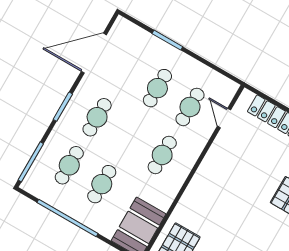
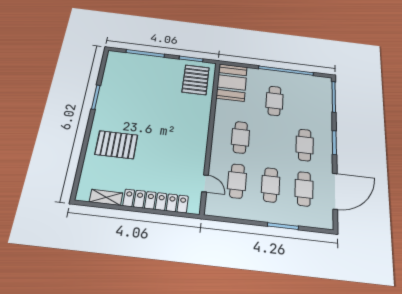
cafe table: (69, 165) -> (304, 189), moved

